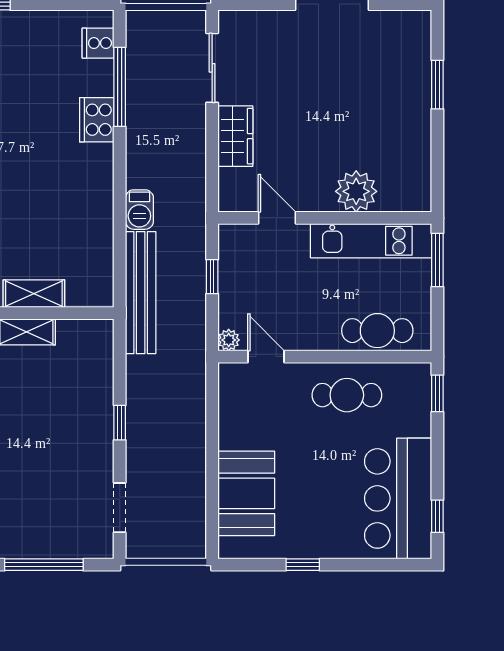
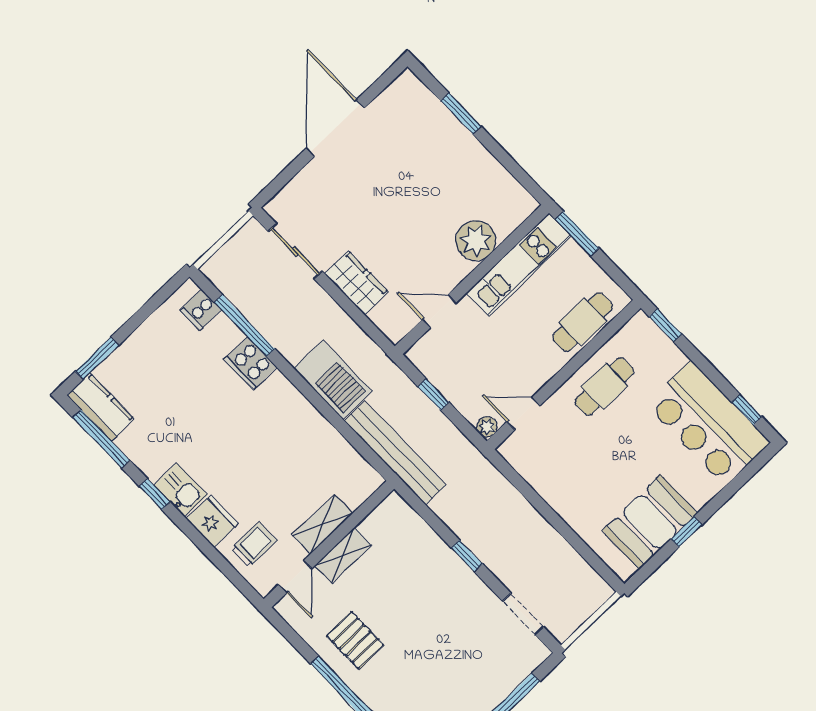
barbecue: (139, 210) -> (333, 380), width x1.88, depth x1.53
booth: (246, 493) -> (650, 522), moved, turned 90

